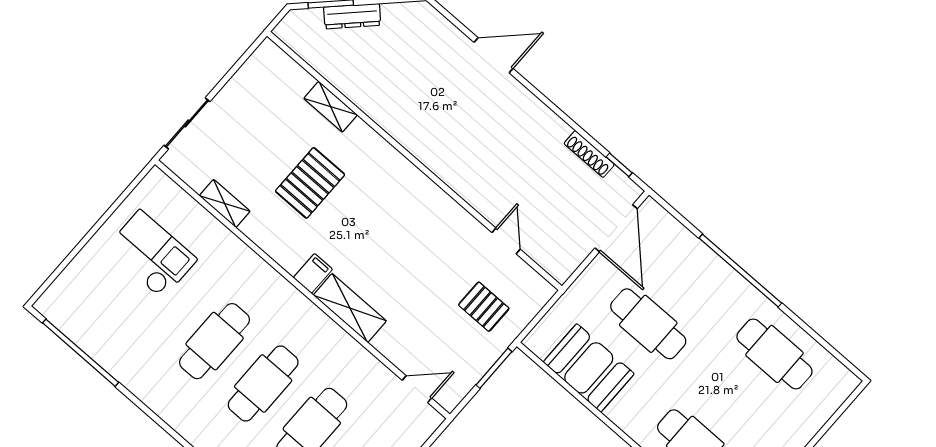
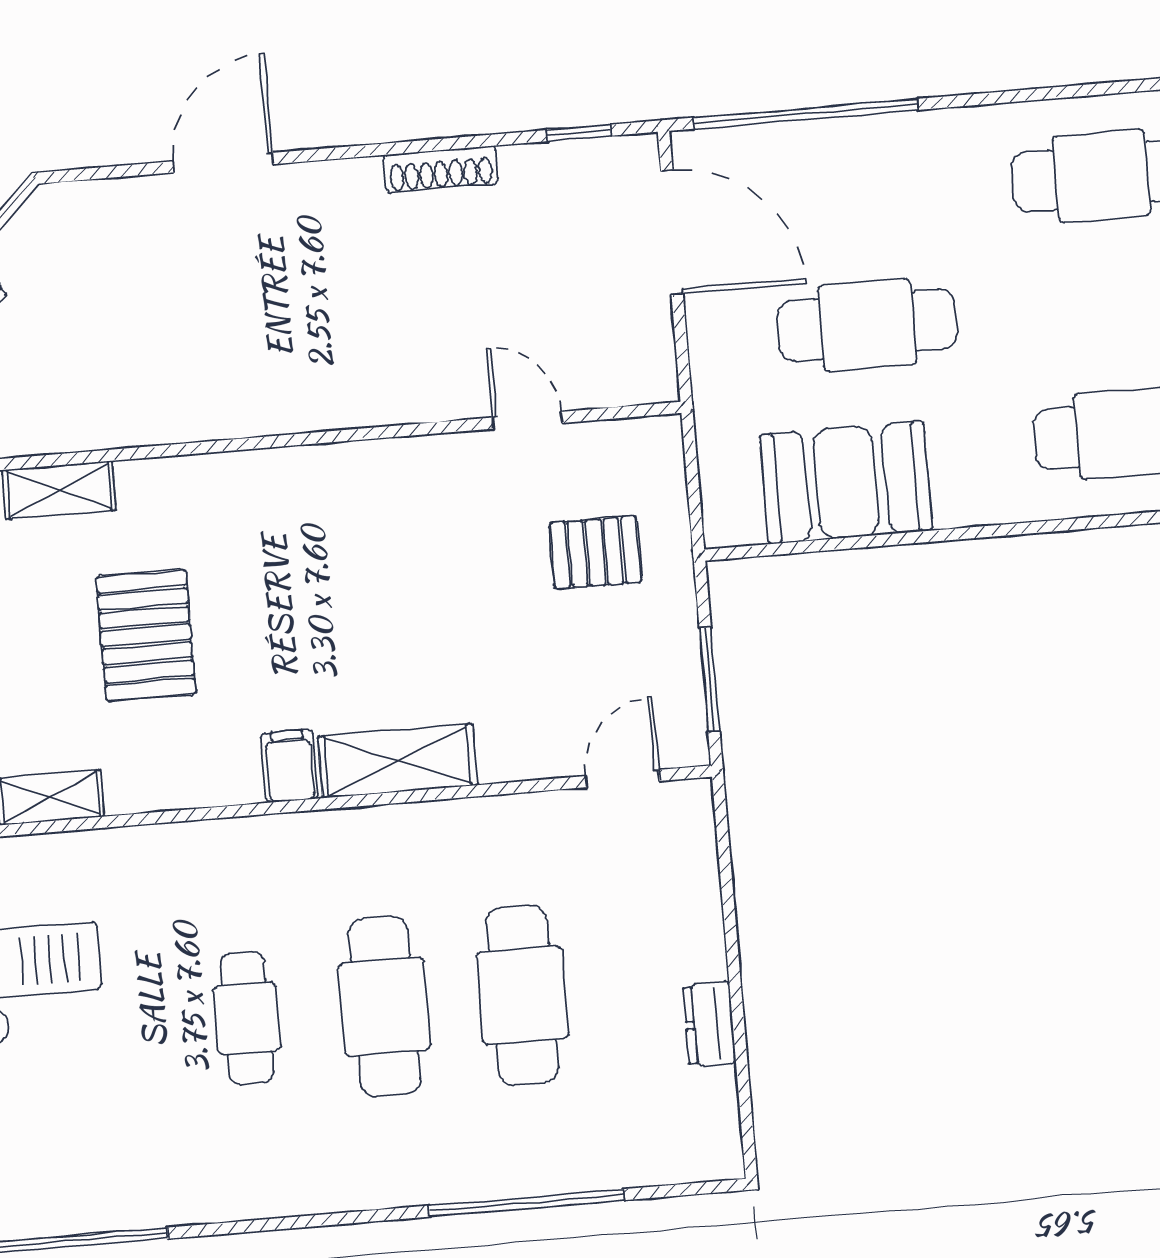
shoe rack: (589, 154) -> (441, 169), moved
window: (740, 271) -> (806, 114), moved
cafe table: (215, 341) -> (247, 1018), width x0.73, depth x0.74
window: (494, 368) -> (709, 679), moved

